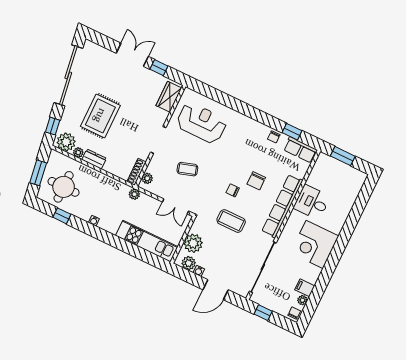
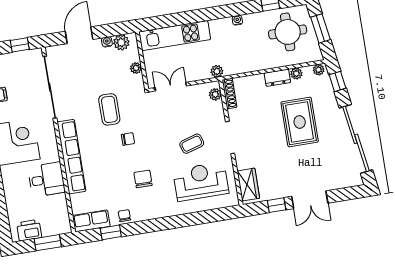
reception desk: (202, 123) -> (201, 182), turned 180
plant: (66, 142) -> (319, 70), width x0.53, depth x0.53
coffee table: (187, 169) -> (192, 144), moved
printer: (350, 174) -> (29, 230), added
chair: (256, 181) -> (143, 179), moved
coffee table: (231, 221) -> (109, 109), turned 90
plant: (193, 243) -> (136, 68), width x0.53, depth x0.53

